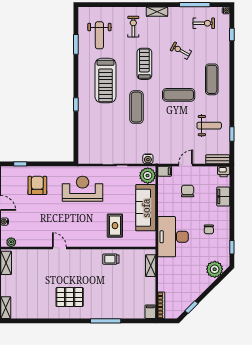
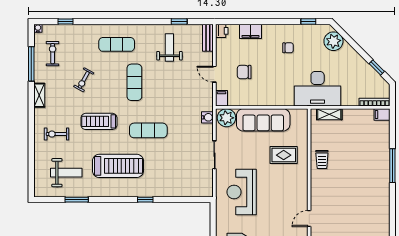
shelving: (157, 12) -> (39, 95), moved
desk: (173, 237) -> (318, 89), moved
pallet: (70, 297) -> (365, 207), removed

